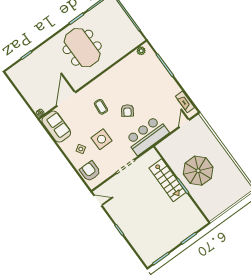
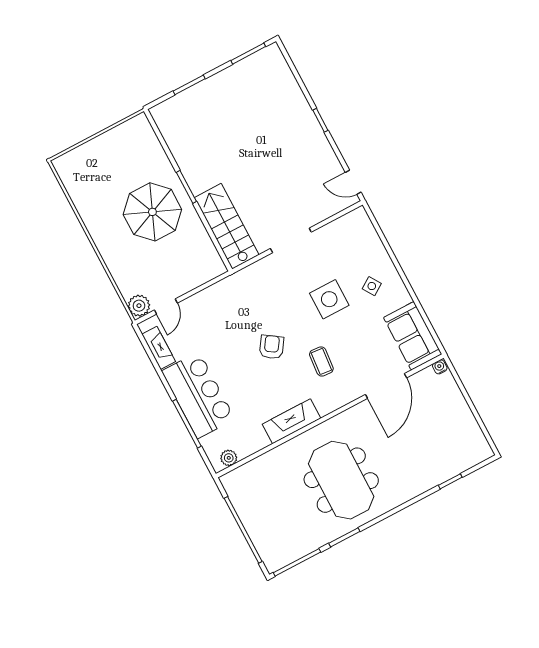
fireplace: (112, 74) -> (291, 421), added
plant: (198, 122) -> (139, 306), added
bar counter: (147, 136) -> (198, 395), moved, turned -90
armchair: (90, 171) -> (360, 241), removed
stairs: (168, 180) -> (227, 226), moved

